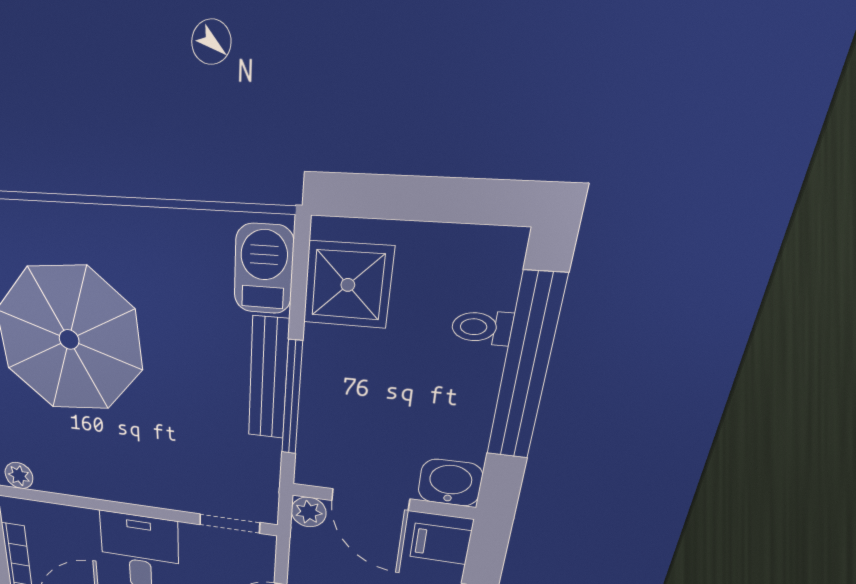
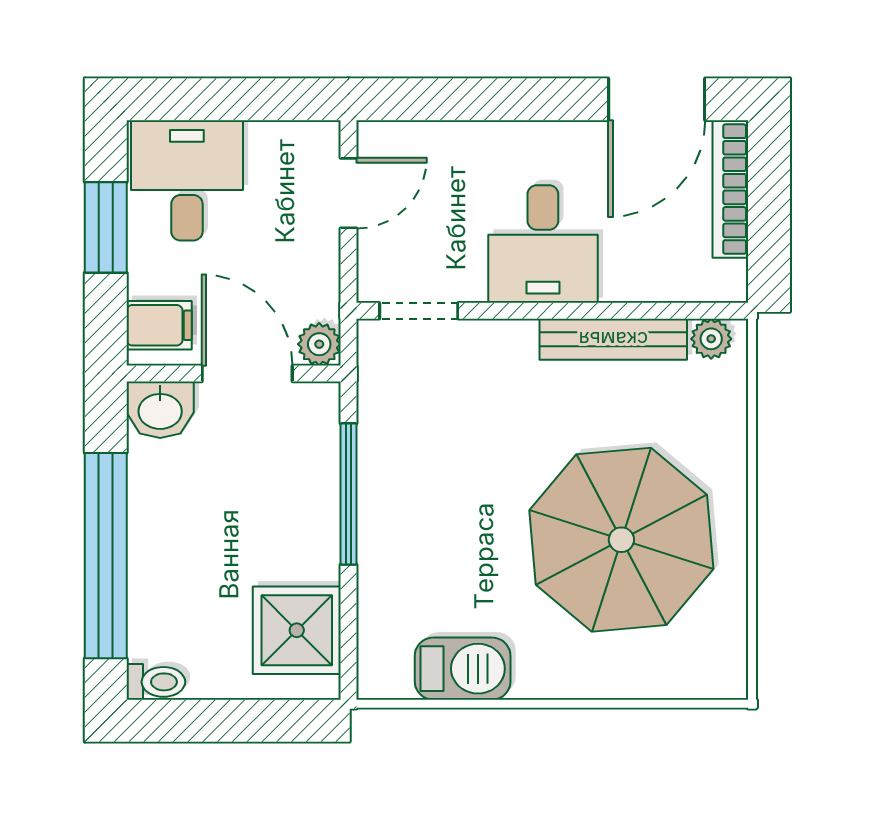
barbecue: (264, 269) -> (463, 669), moved, turned -90
toilet: (482, 327) -> (156, 682), moved
bench: (268, 379) -> (613, 339), moved, turned 90

